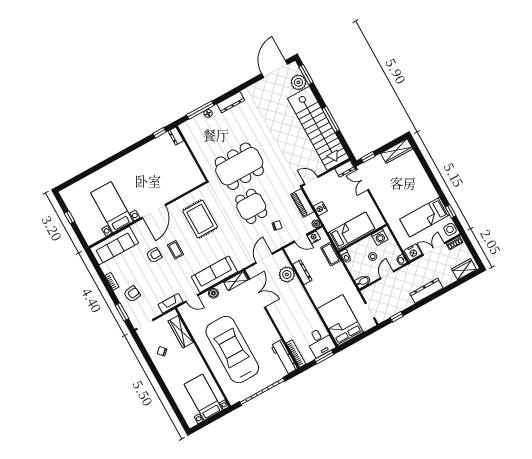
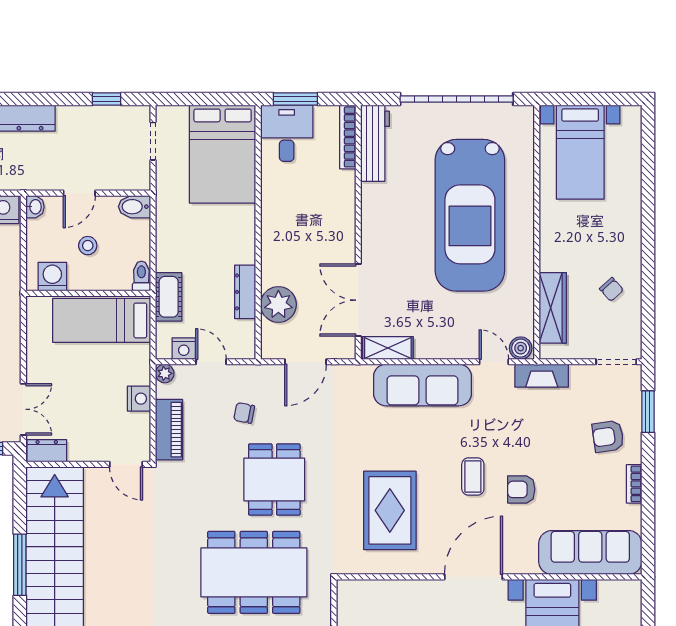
boiler: (213, 293) -> (521, 348), moved

